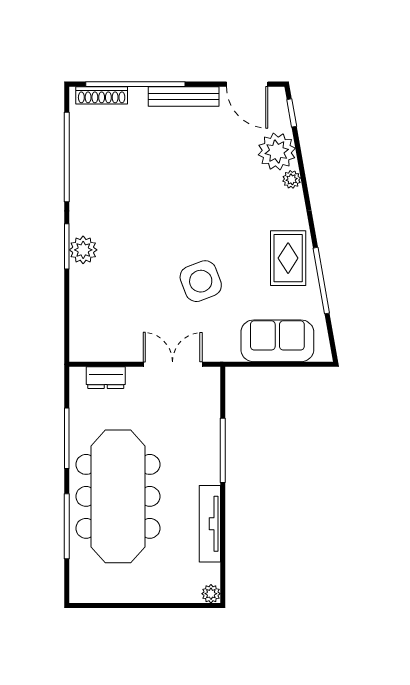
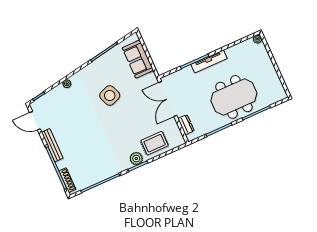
door: (247, 84) -> (35, 121), swing flipped
plant: (277, 152) -> (58, 95), removed
rug: (288, 258) -> (155, 143), moved
side table: (201, 281) -> (110, 95), moved
double door: (173, 364) -> (168, 99), width x1.37
meeting table: (118, 496) -> (234, 97), width x0.73
tv unit: (210, 524) -> (209, 61), moved

